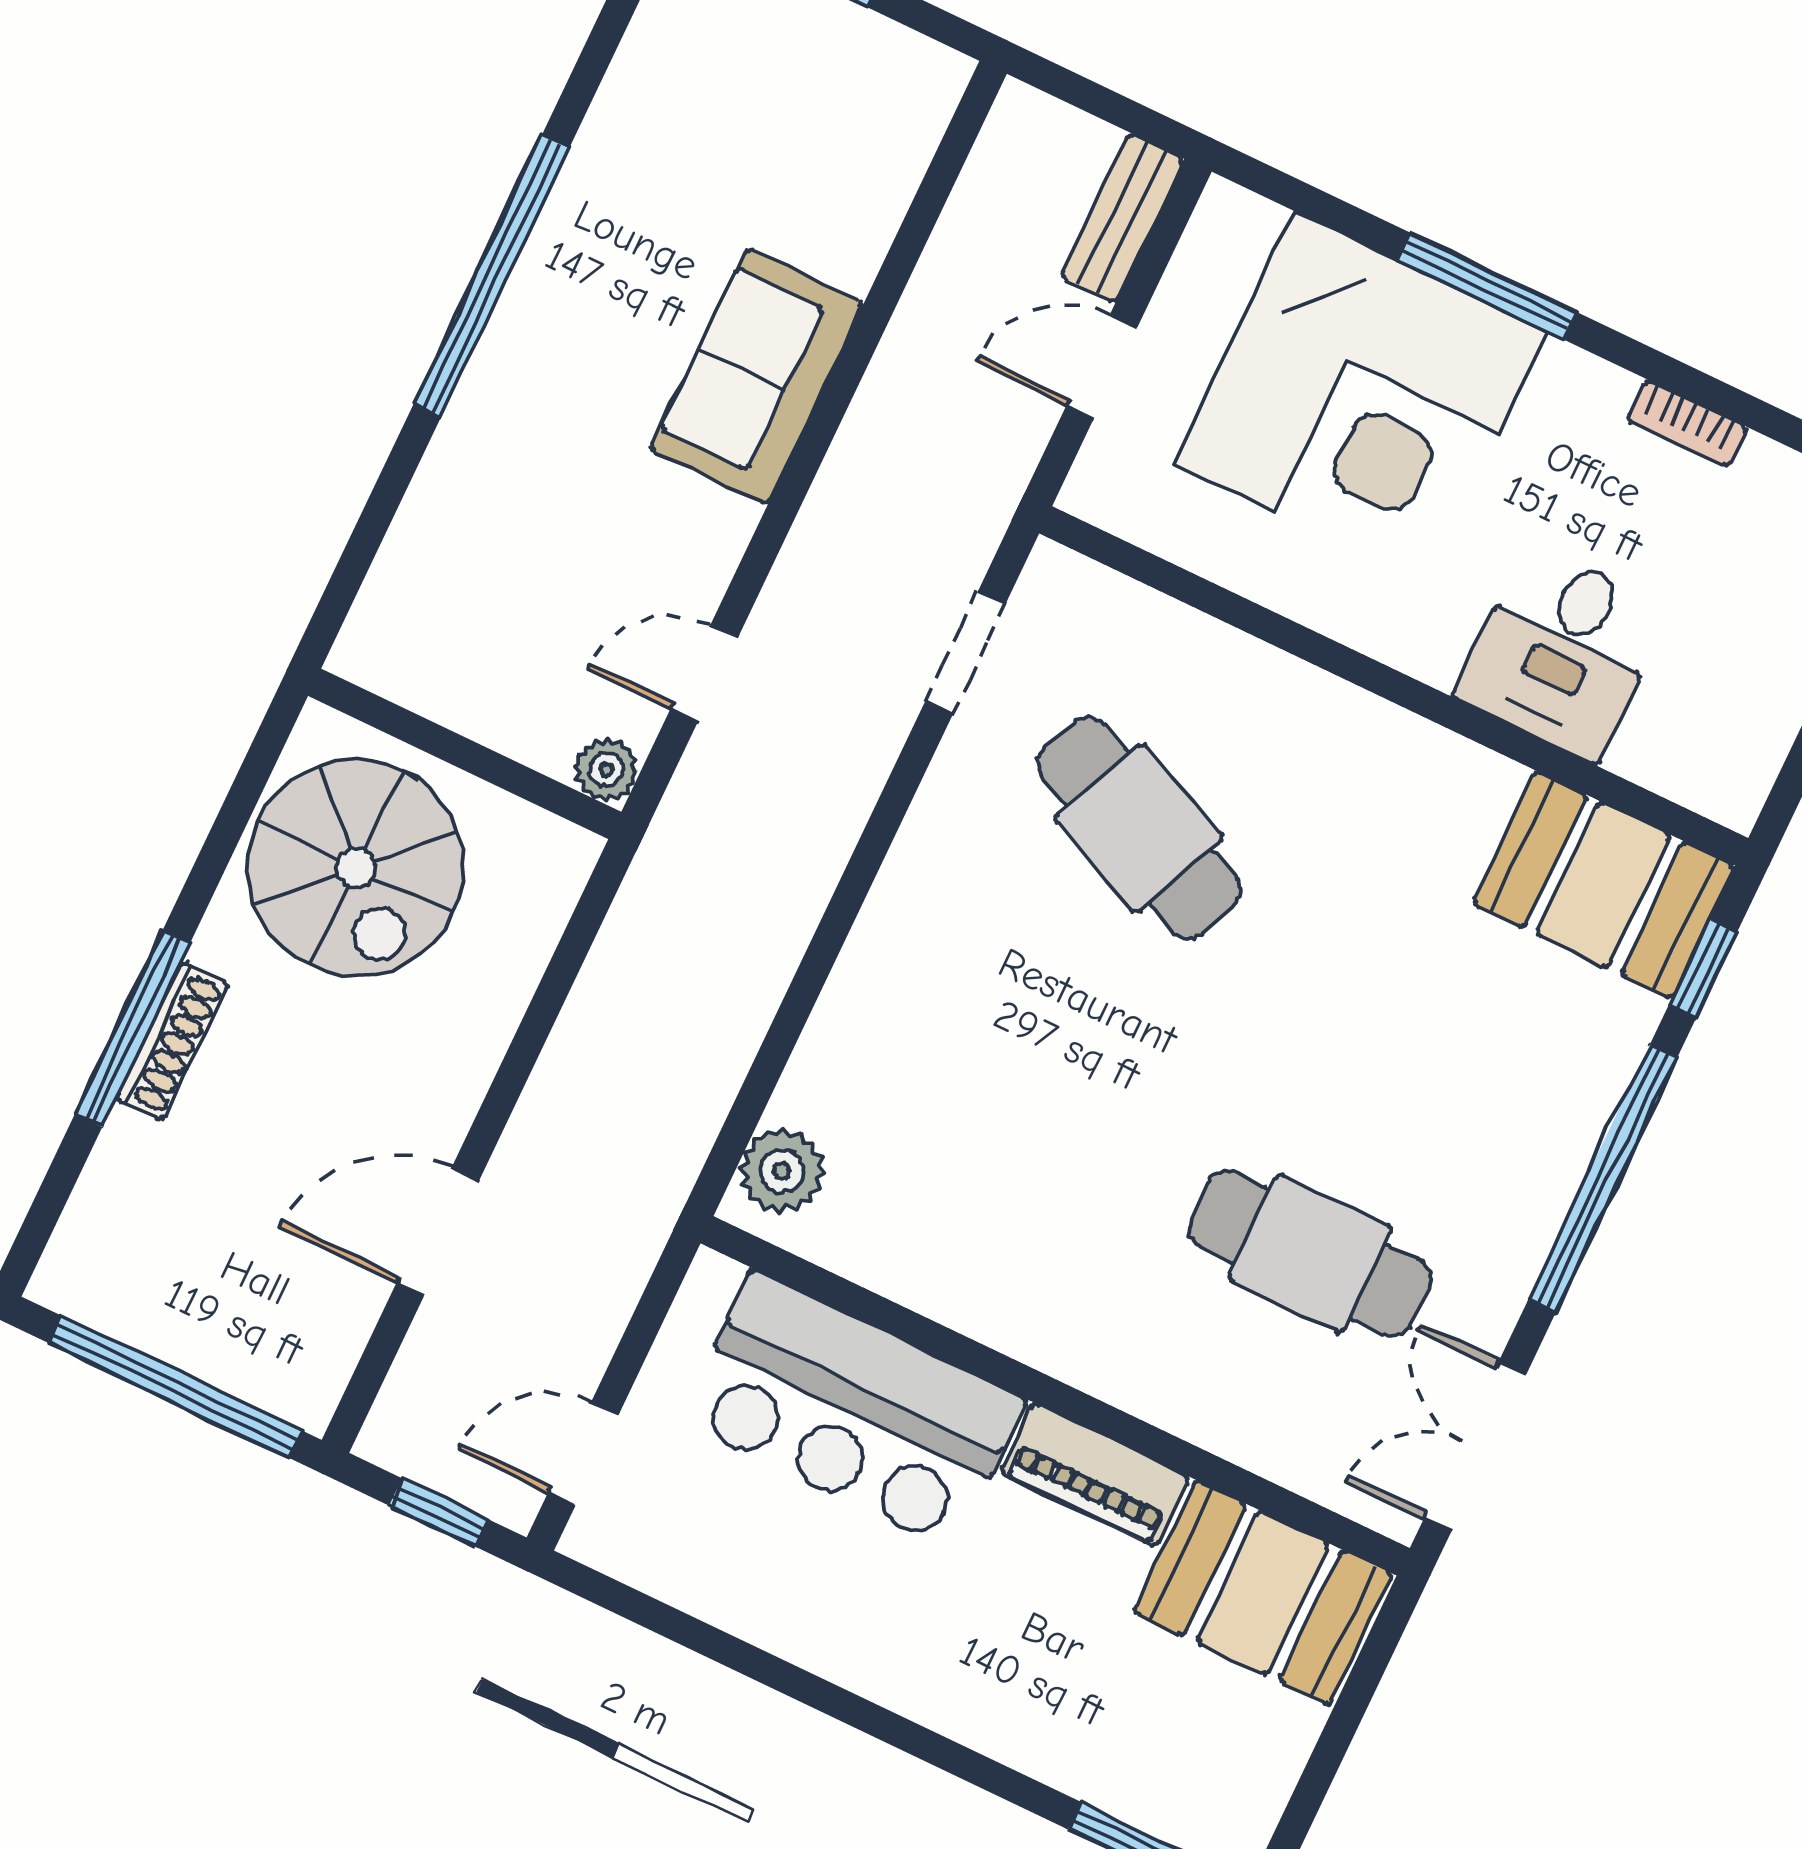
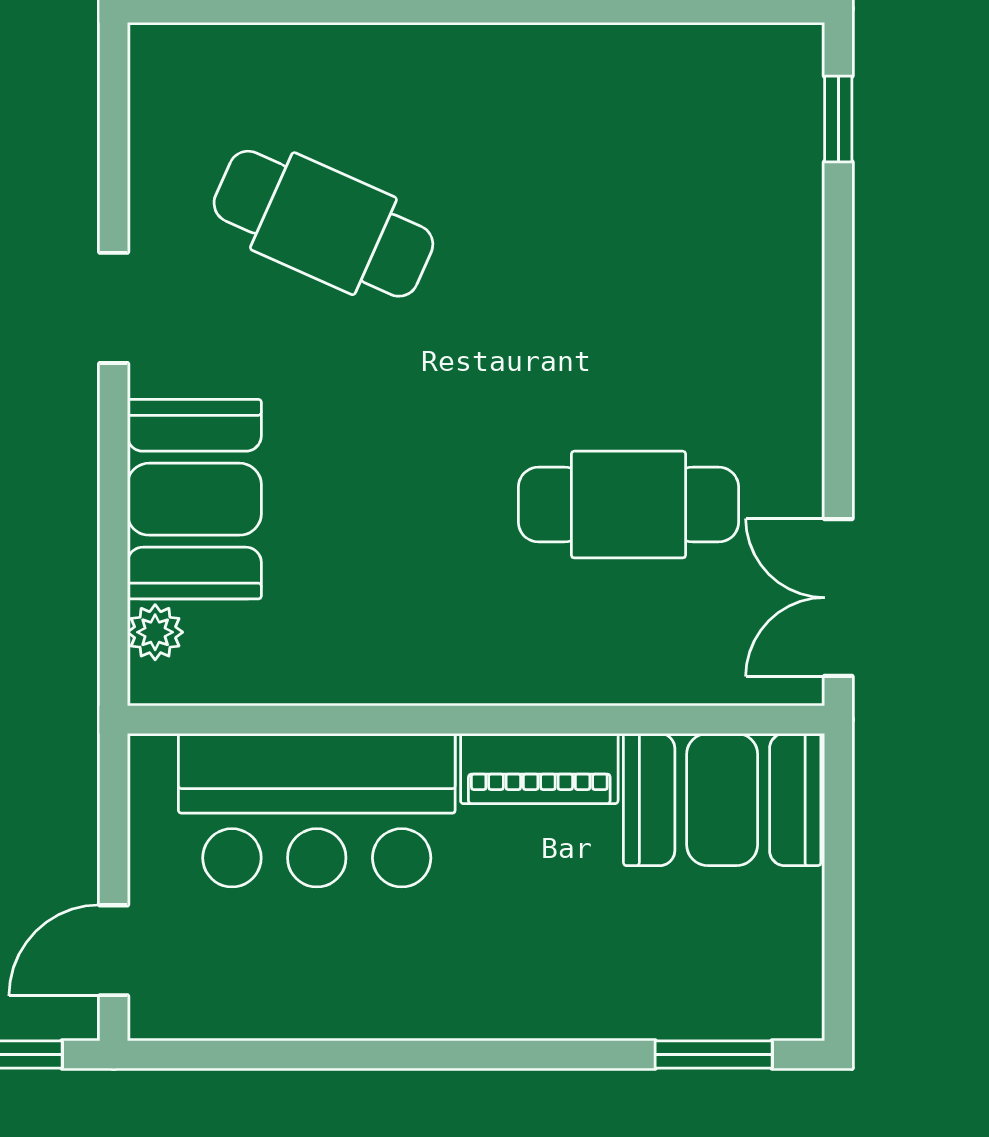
doorway: (965, 653) -> (114, 308), moved
booth: (1604, 885) -> (194, 499), moved, turned 90
plant: (782, 1171) -> (155, 632), width x0.73, depth x0.73
window: (1603, 1179) -> (838, 329), removed

